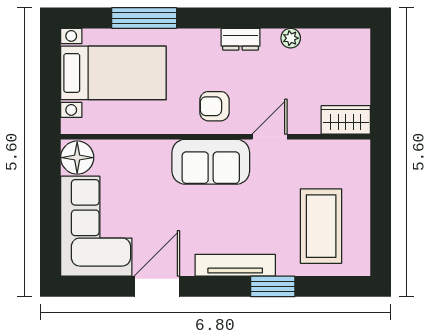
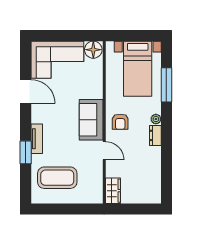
plant: (291, 38) -> (156, 119), moved
armchair: (214, 106) -> (120, 122), turned 180
tv unit: (235, 265) -> (37, 139), width x0.71

